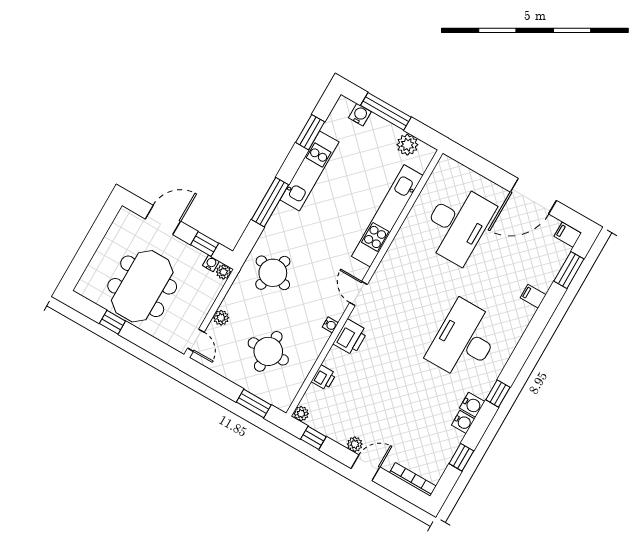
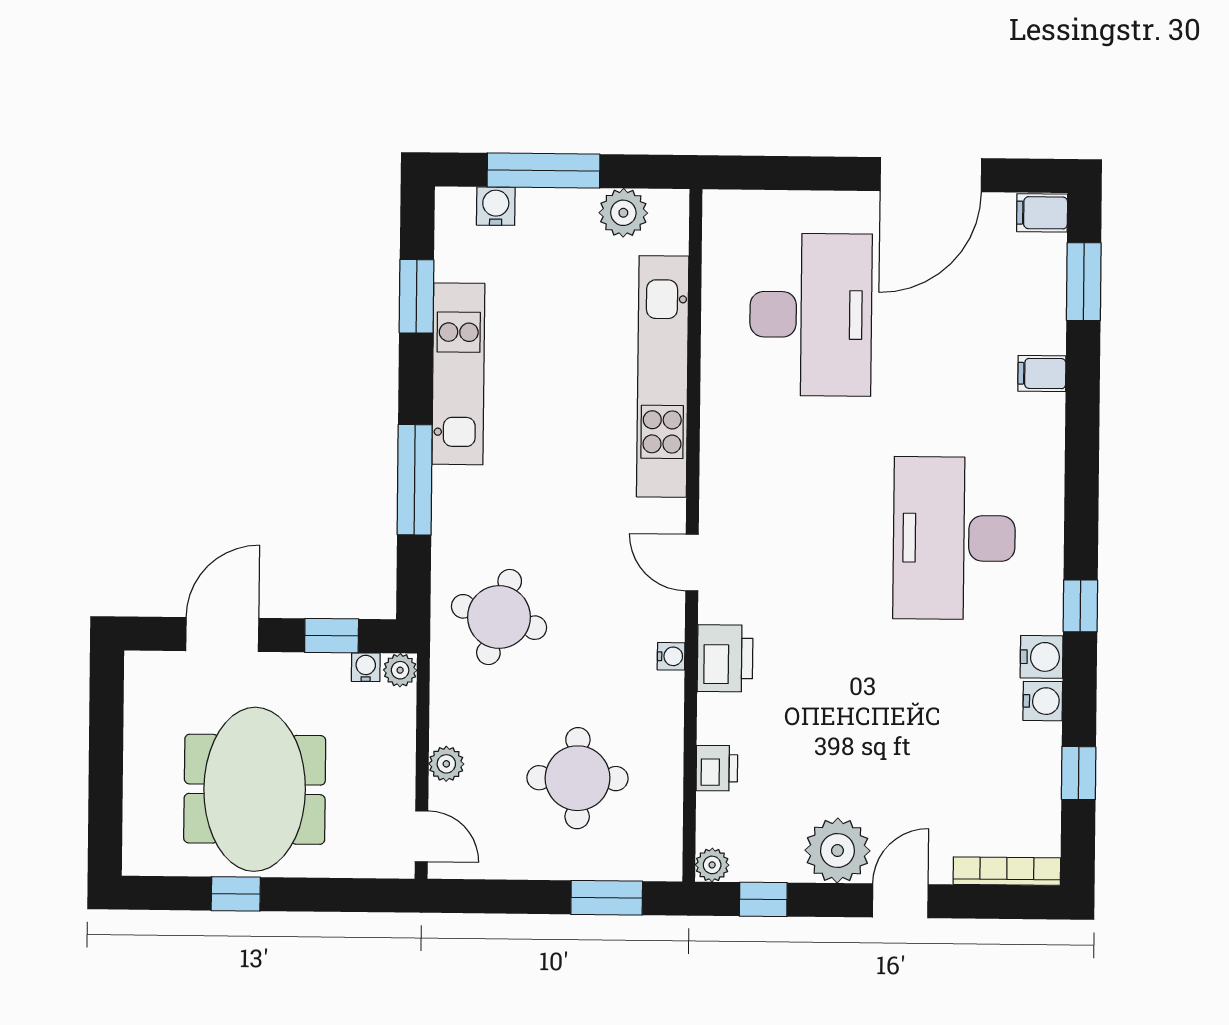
plant: (355, 444) -> (837, 851), width x1.88, depth x1.88

